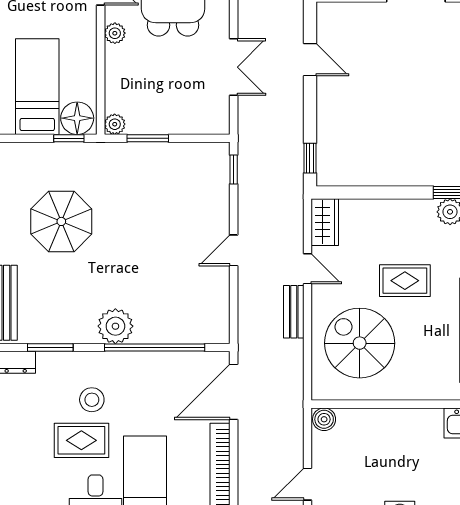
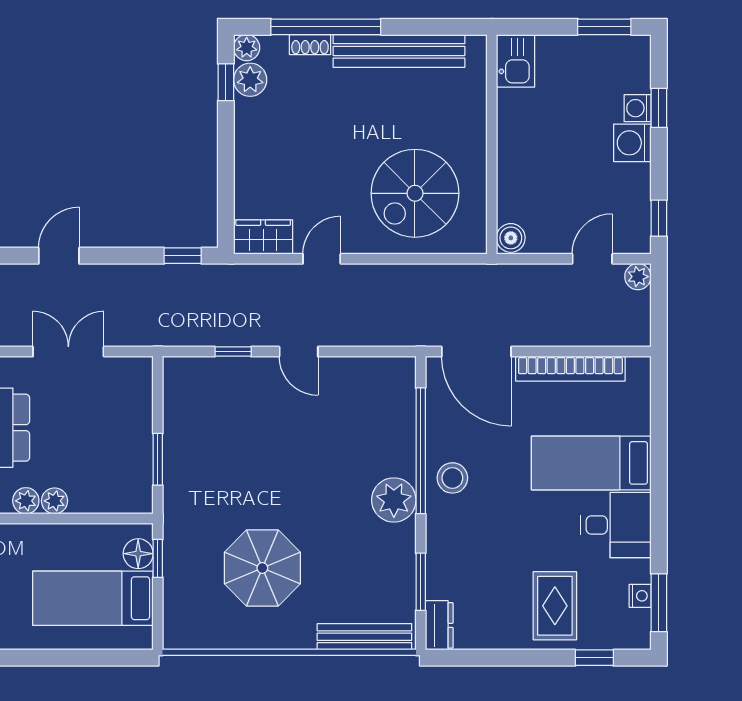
floor lamp: (77, 118) -> (138, 554), width x0.73, depth x0.73
plant: (115, 124) -> (54, 501), moved
window: (234, 170) -> (233, 352), moved
rug: (405, 281) -> (337, 136), removed
bench: (294, 312) -> (376, 276), removed
stool: (92, 400) -> (452, 478), moved
rug: (81, 440) -> (555, 606), moved
door: (307, 484) -> (592, 259), swing flipped

